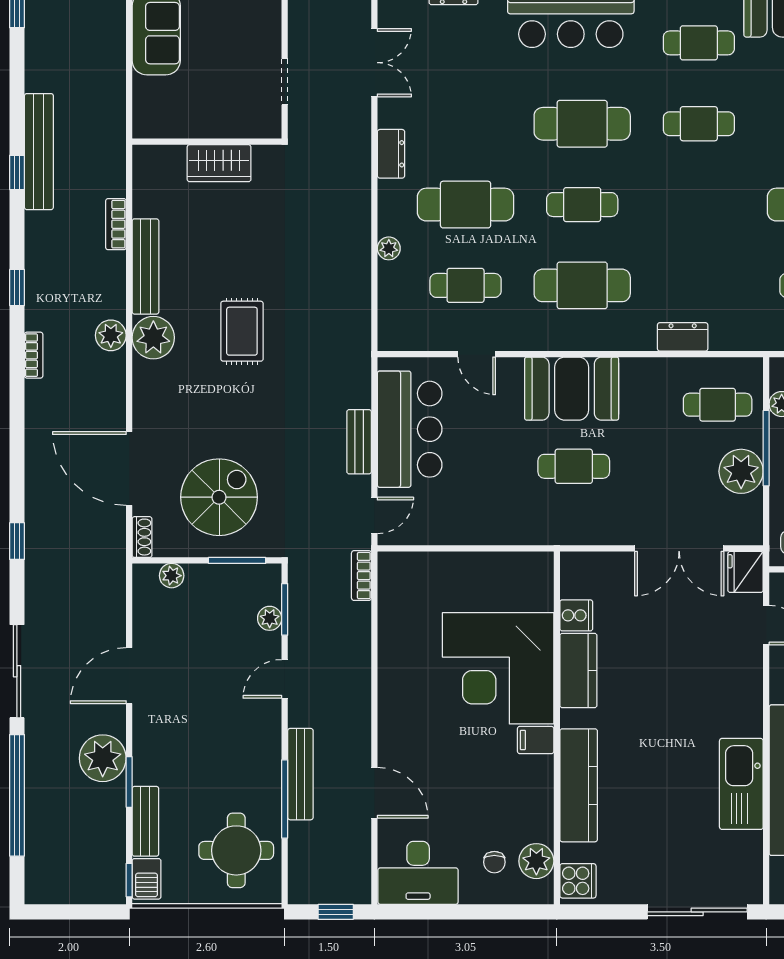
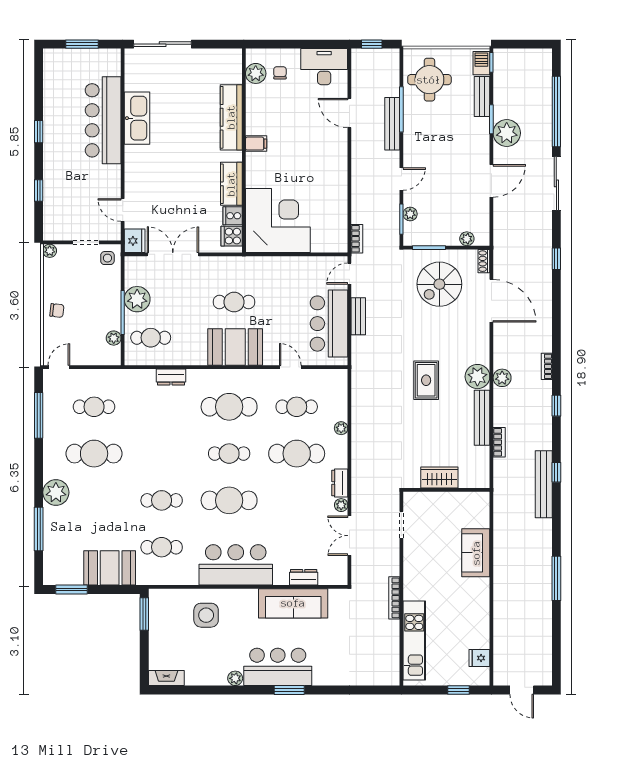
plant: (389, 116) -> (341, 505), added
corner desk: (498, 668) -> (278, 221), moved
cooker: (578, 881) -> (232, 236), moved

